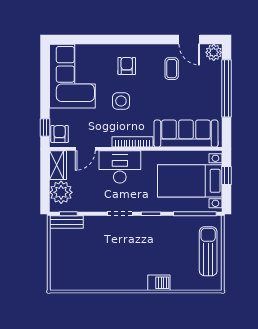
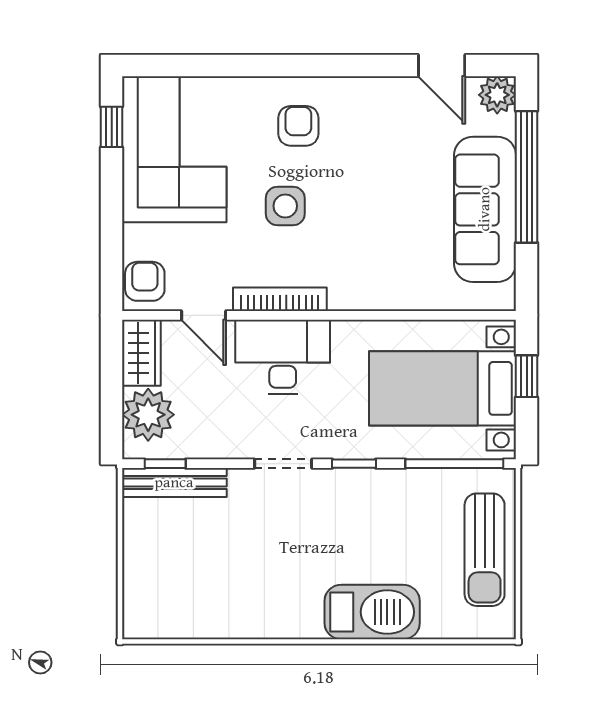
coffee table: (172, 69) -> (401, 132), removed
window: (45, 128) -> (112, 127), moved
sofa: (186, 134) -> (485, 209), moved, turned -90
bookcase: (132, 142) -> (280, 299), moved
door: (85, 149) -> (204, 315), hinge flipped
bench: (66, 222) -> (174, 483), width x1.36
sun lounger: (208, 251) -> (485, 550), turned 180
barbecue: (159, 283) -> (372, 612), width x1.88, depth x1.53

